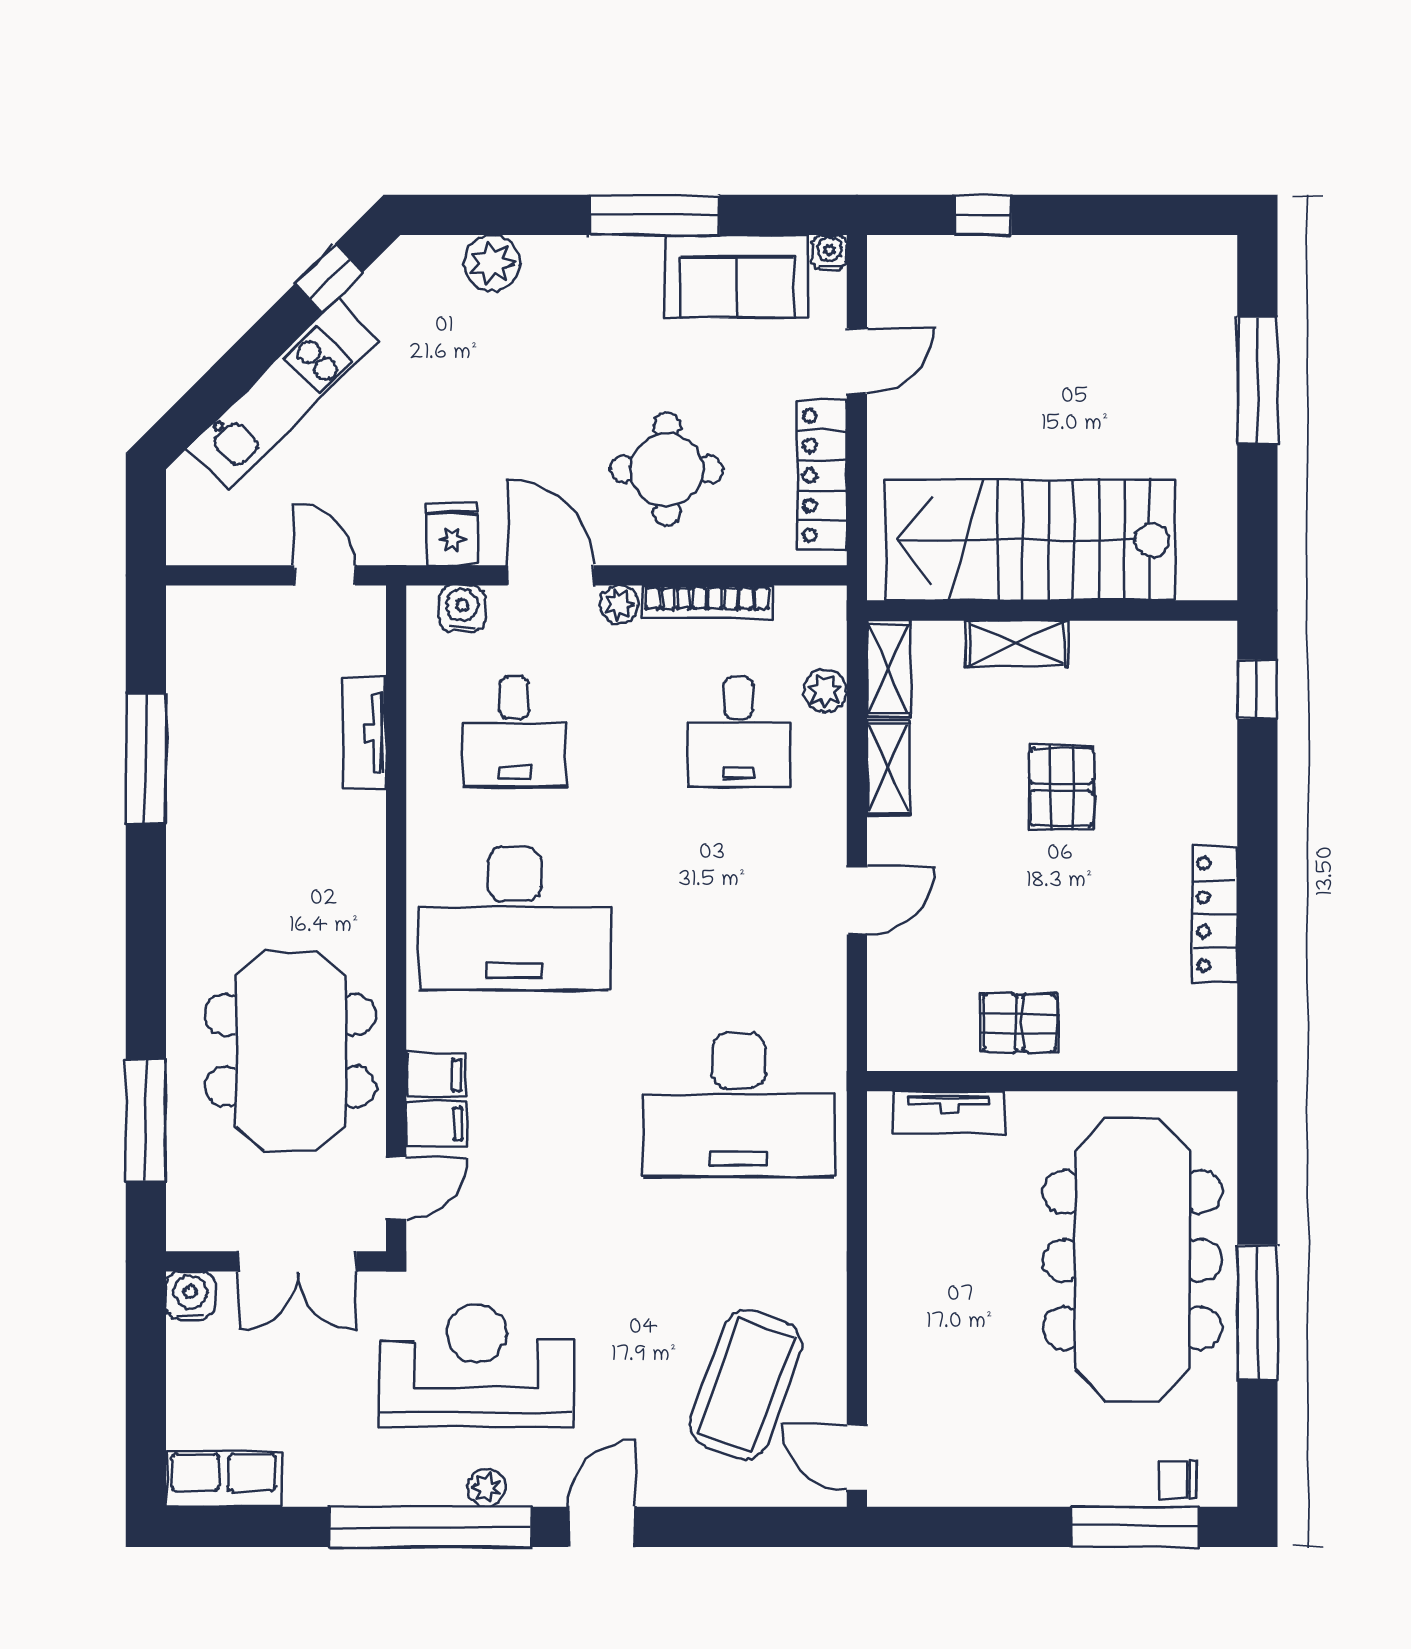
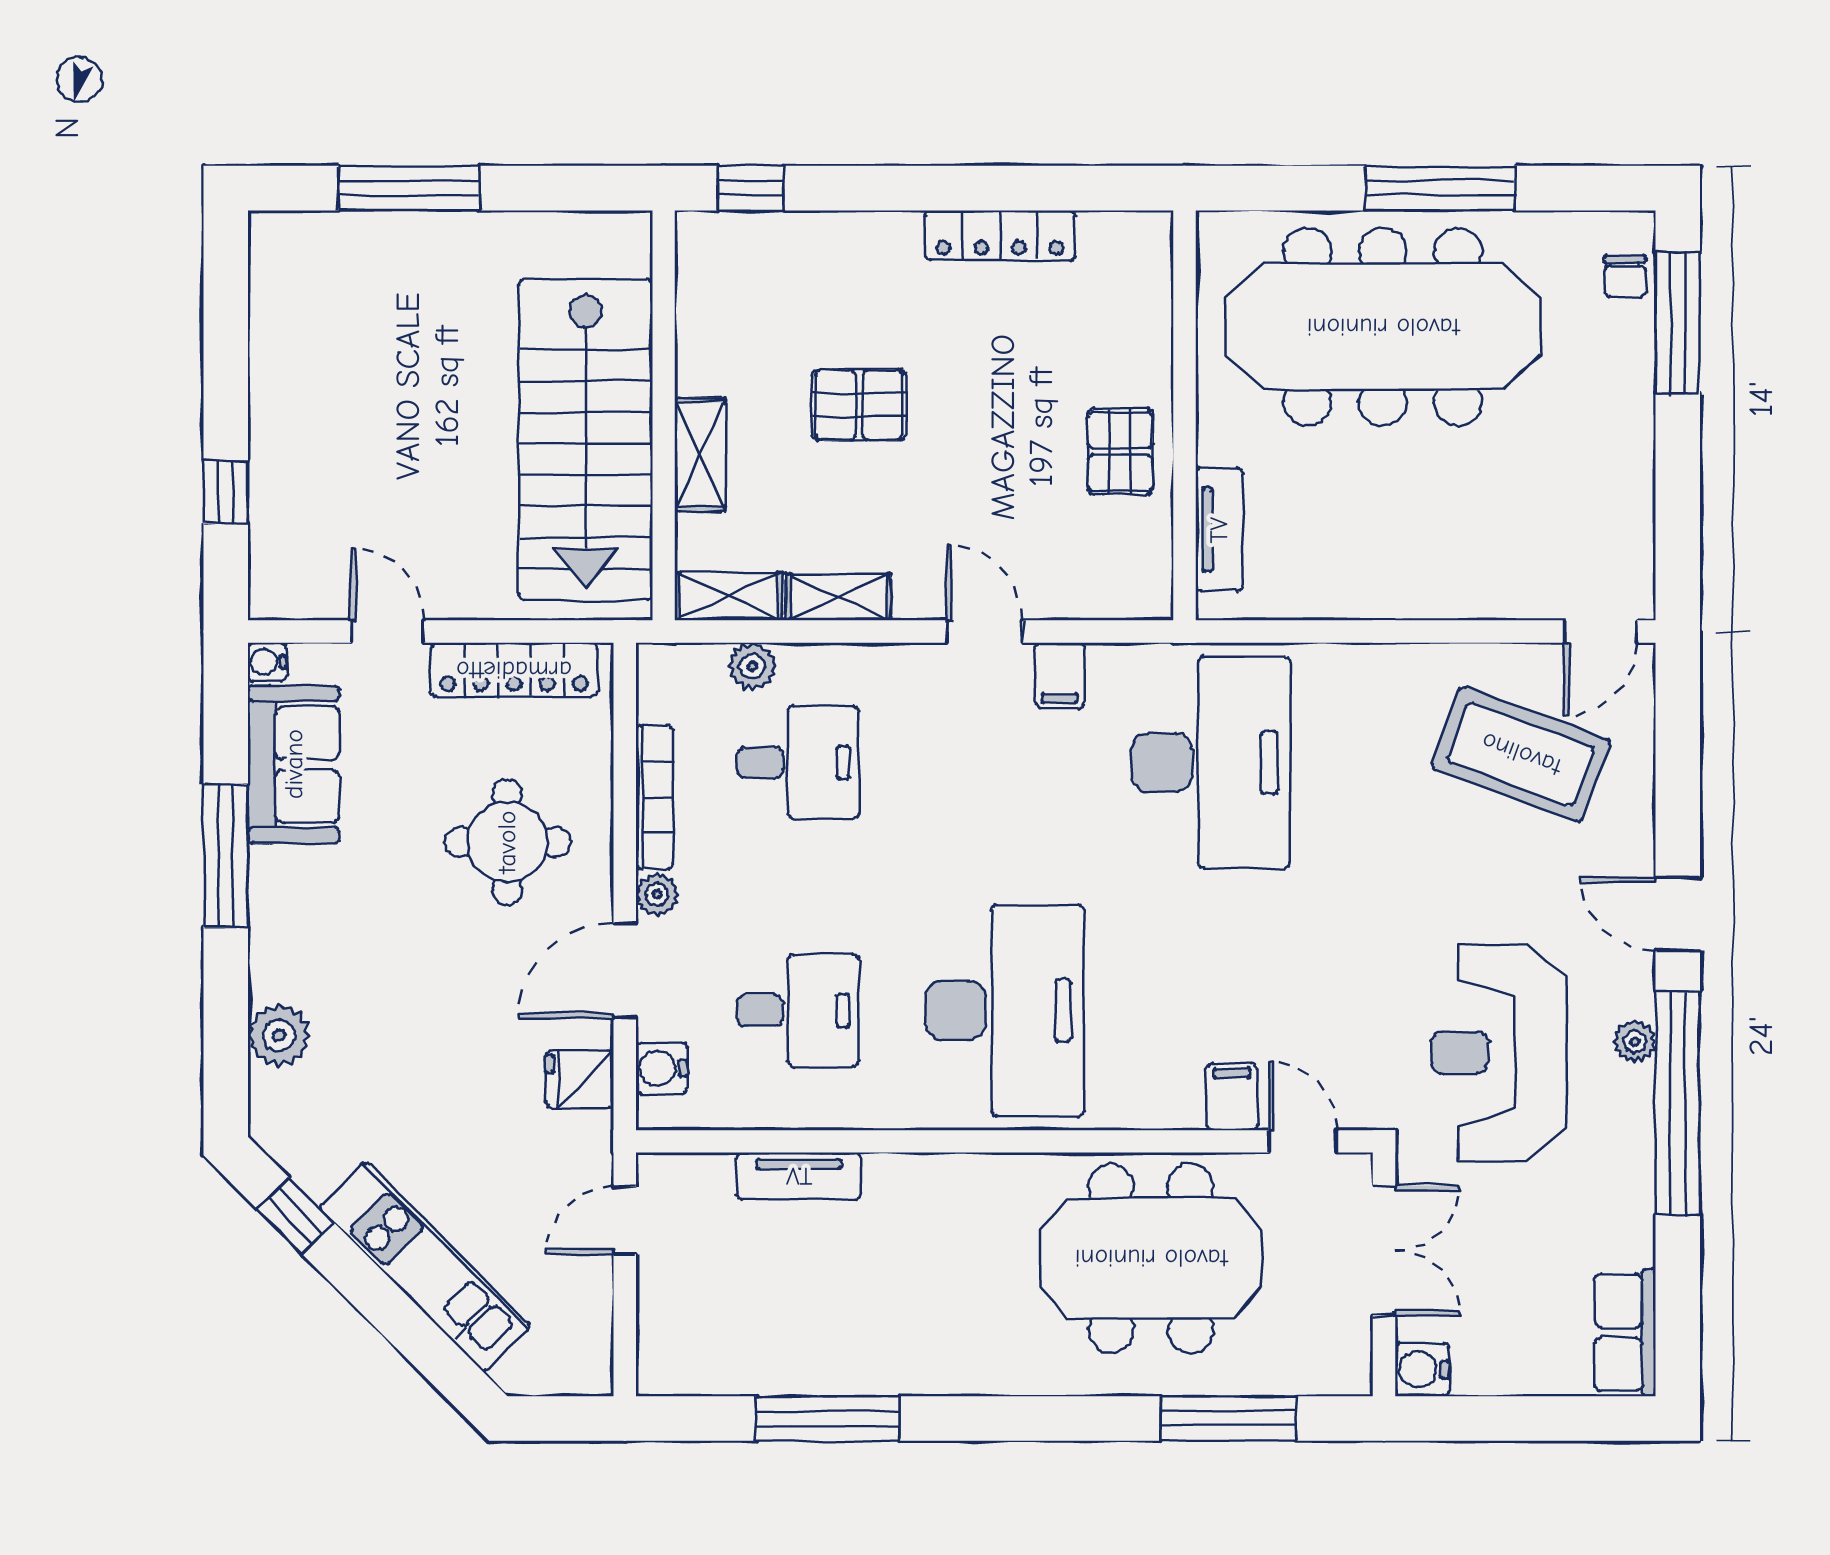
filing cabinet: (436, 1075) -> (1060, 675), moved, turned 180

